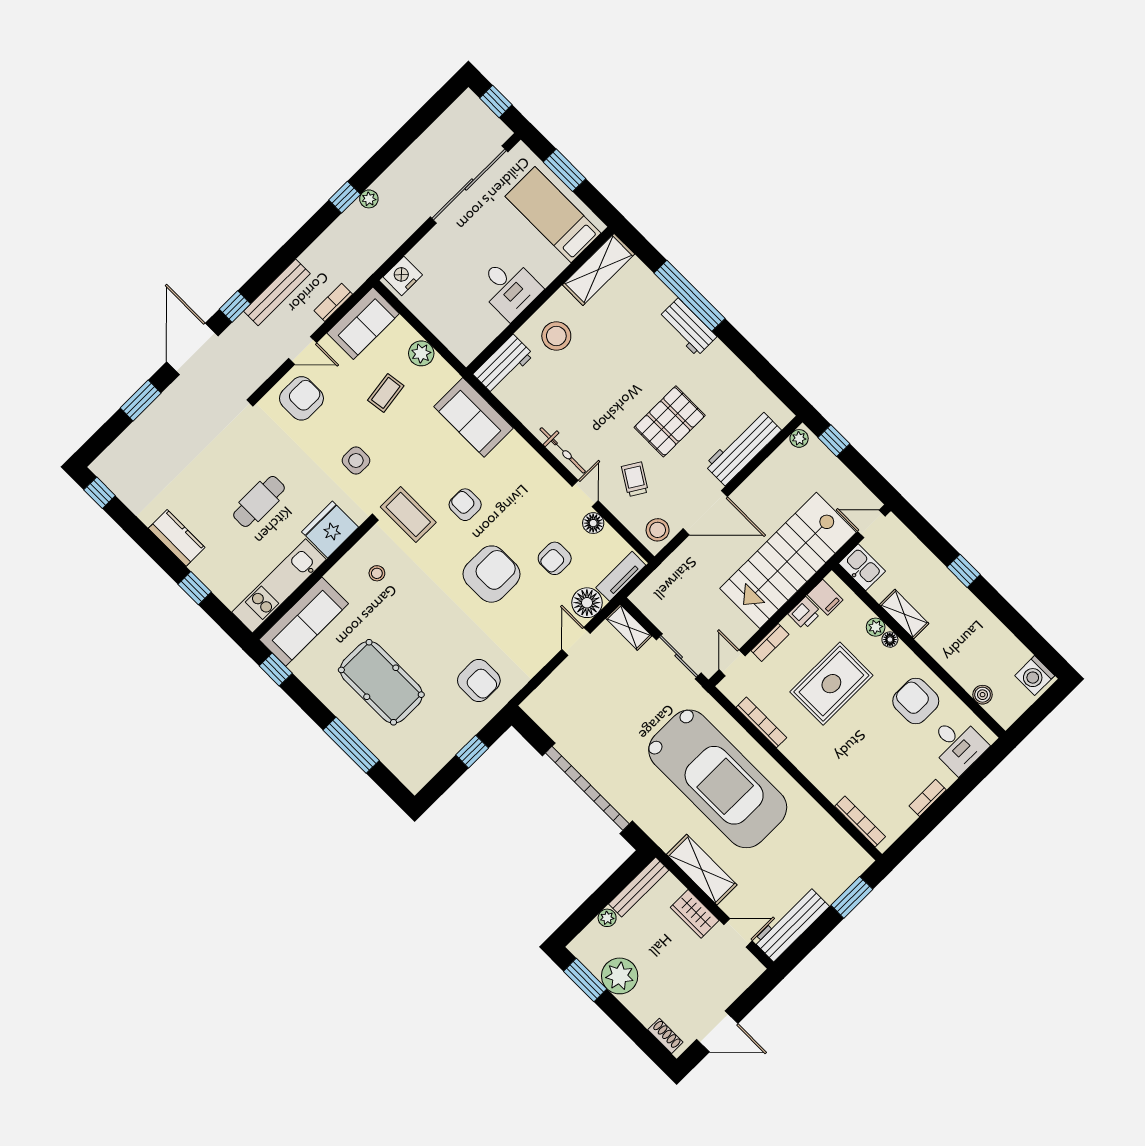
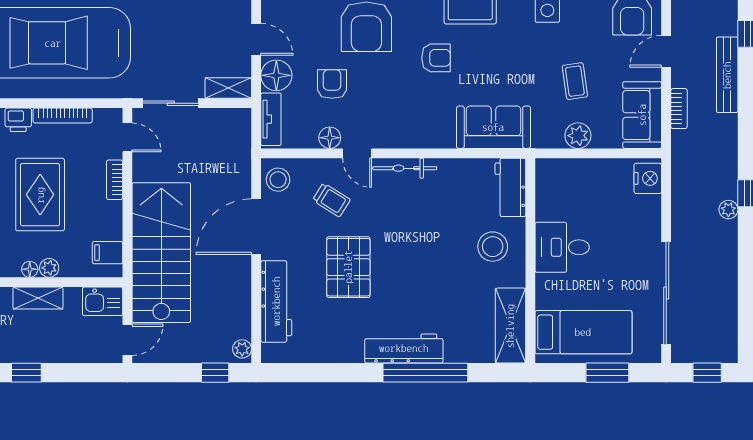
workbench: (688, 327) -> (404, 348), width x1.38
printer: (805, 613) -> (18, 120), moved, turned -90

